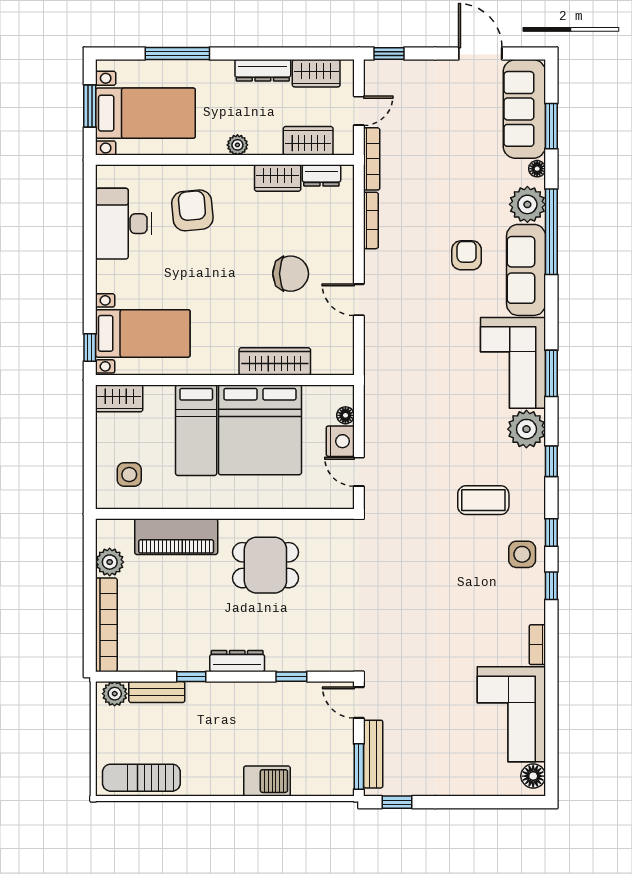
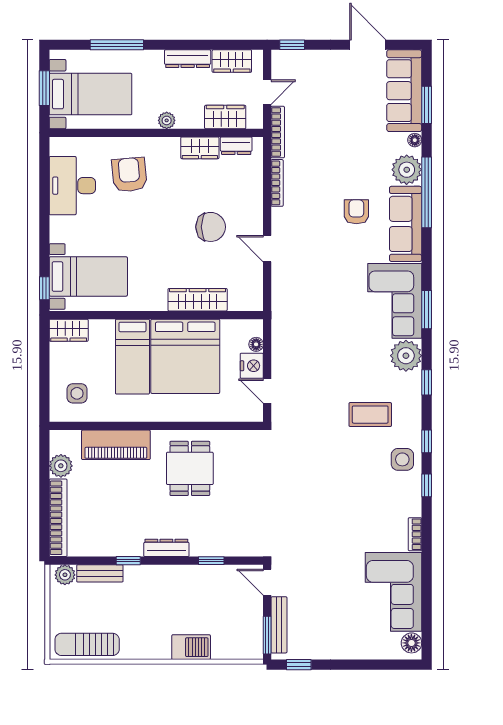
dining table: (265, 565) -> (190, 468), turned 90

